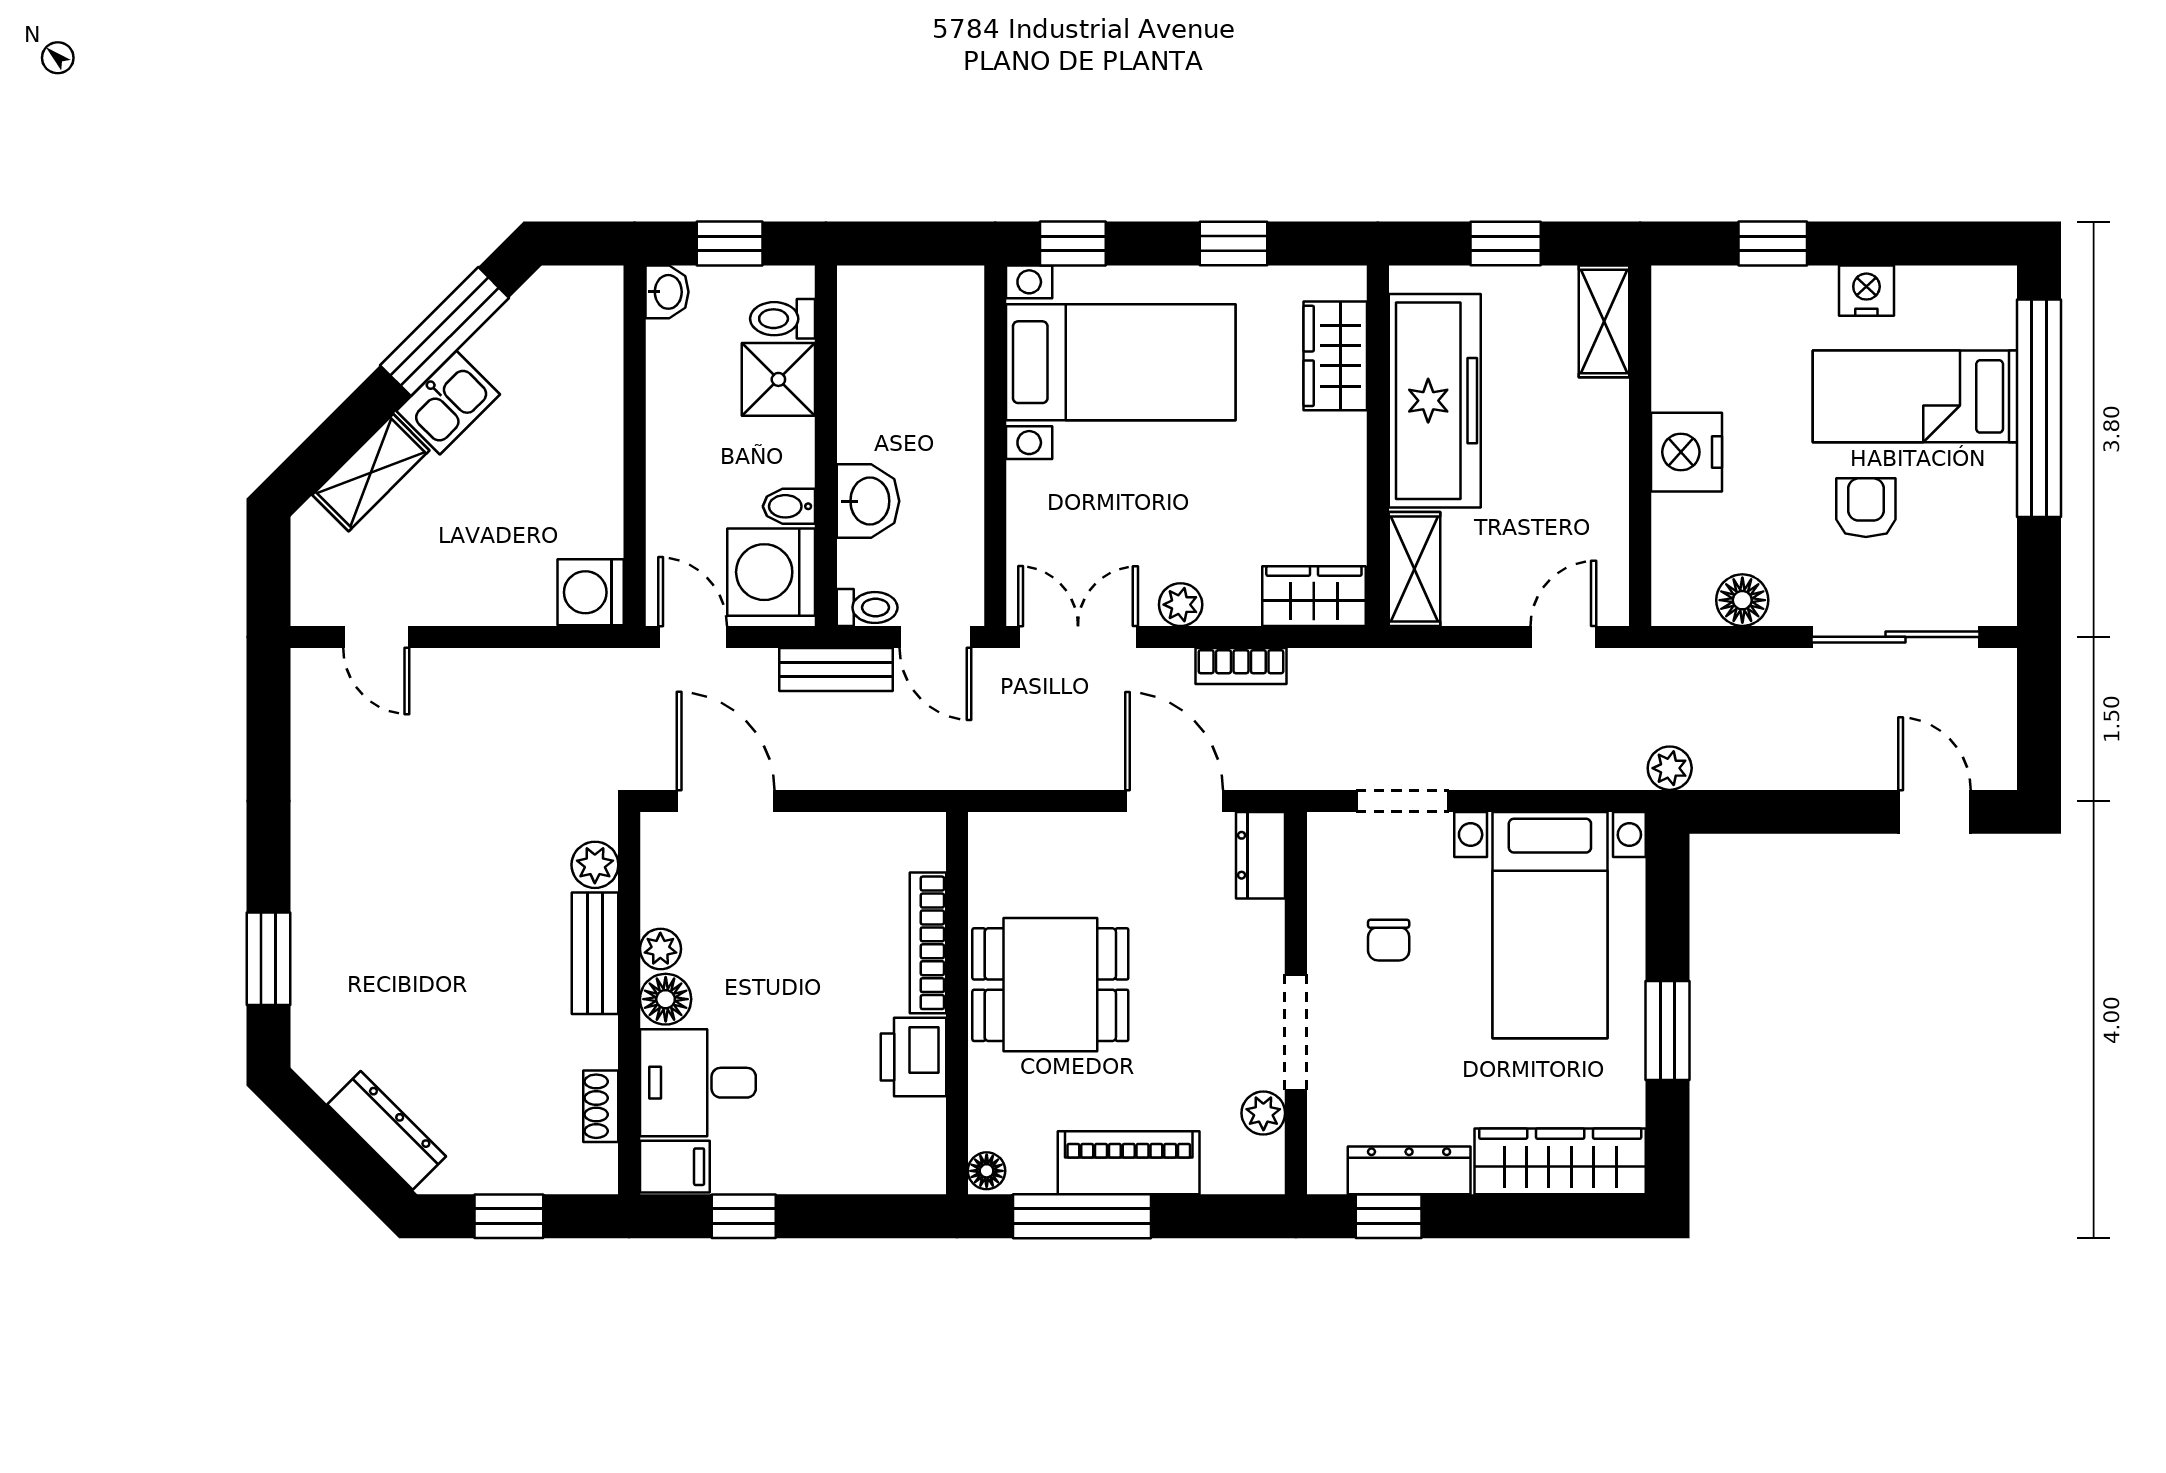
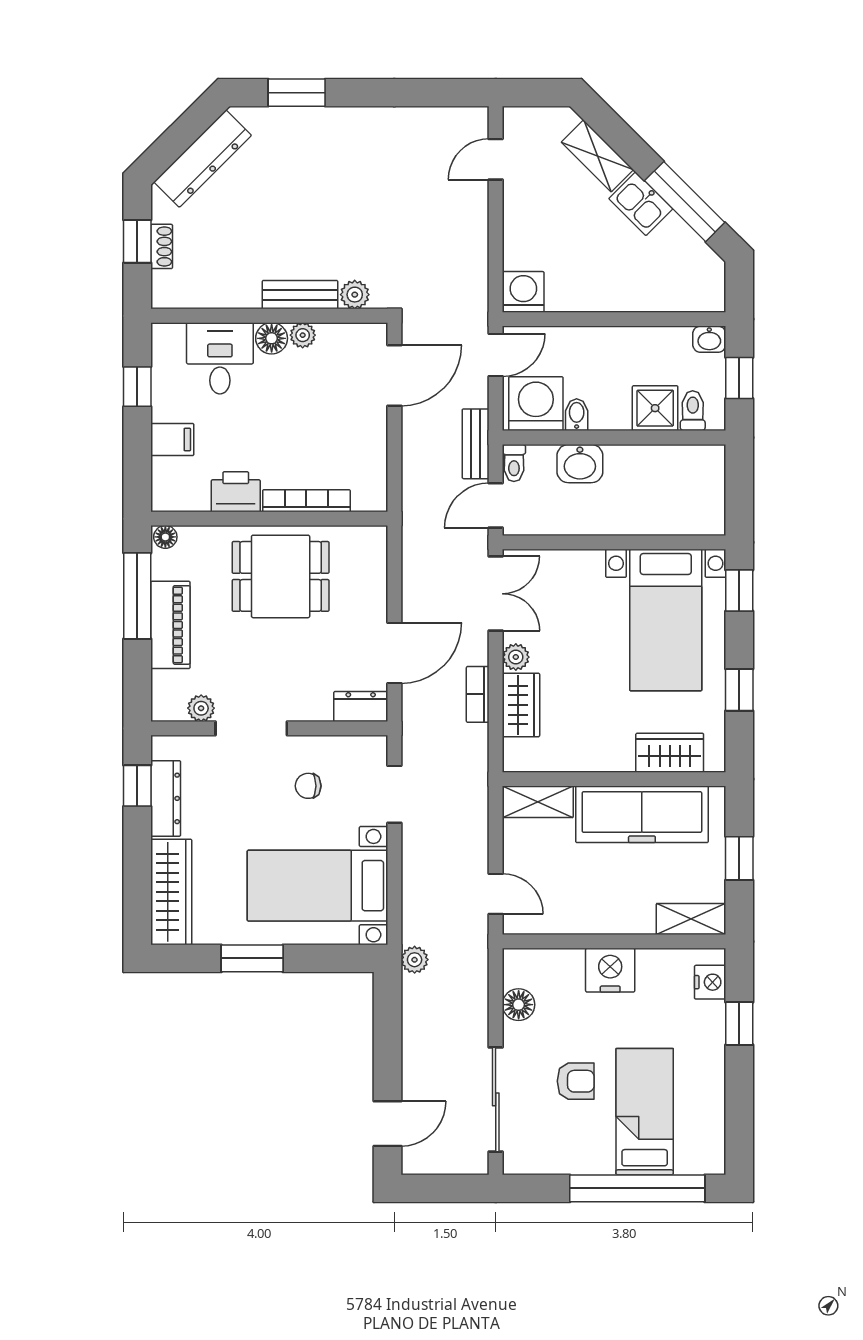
nightstand: (1866, 291) -> (710, 982), moved
wardrobe: (1314, 596) -> (521, 705), moved
dining table: (1050, 985) -> (281, 576), turned 90
shoe rack: (601, 1106) -> (162, 246), moved, turned 90
dresser: (387, 1130) -> (203, 159), width x1.37, depth x1.24
filing cabinet: (675, 1167) -> (172, 440), moved, turned -90

